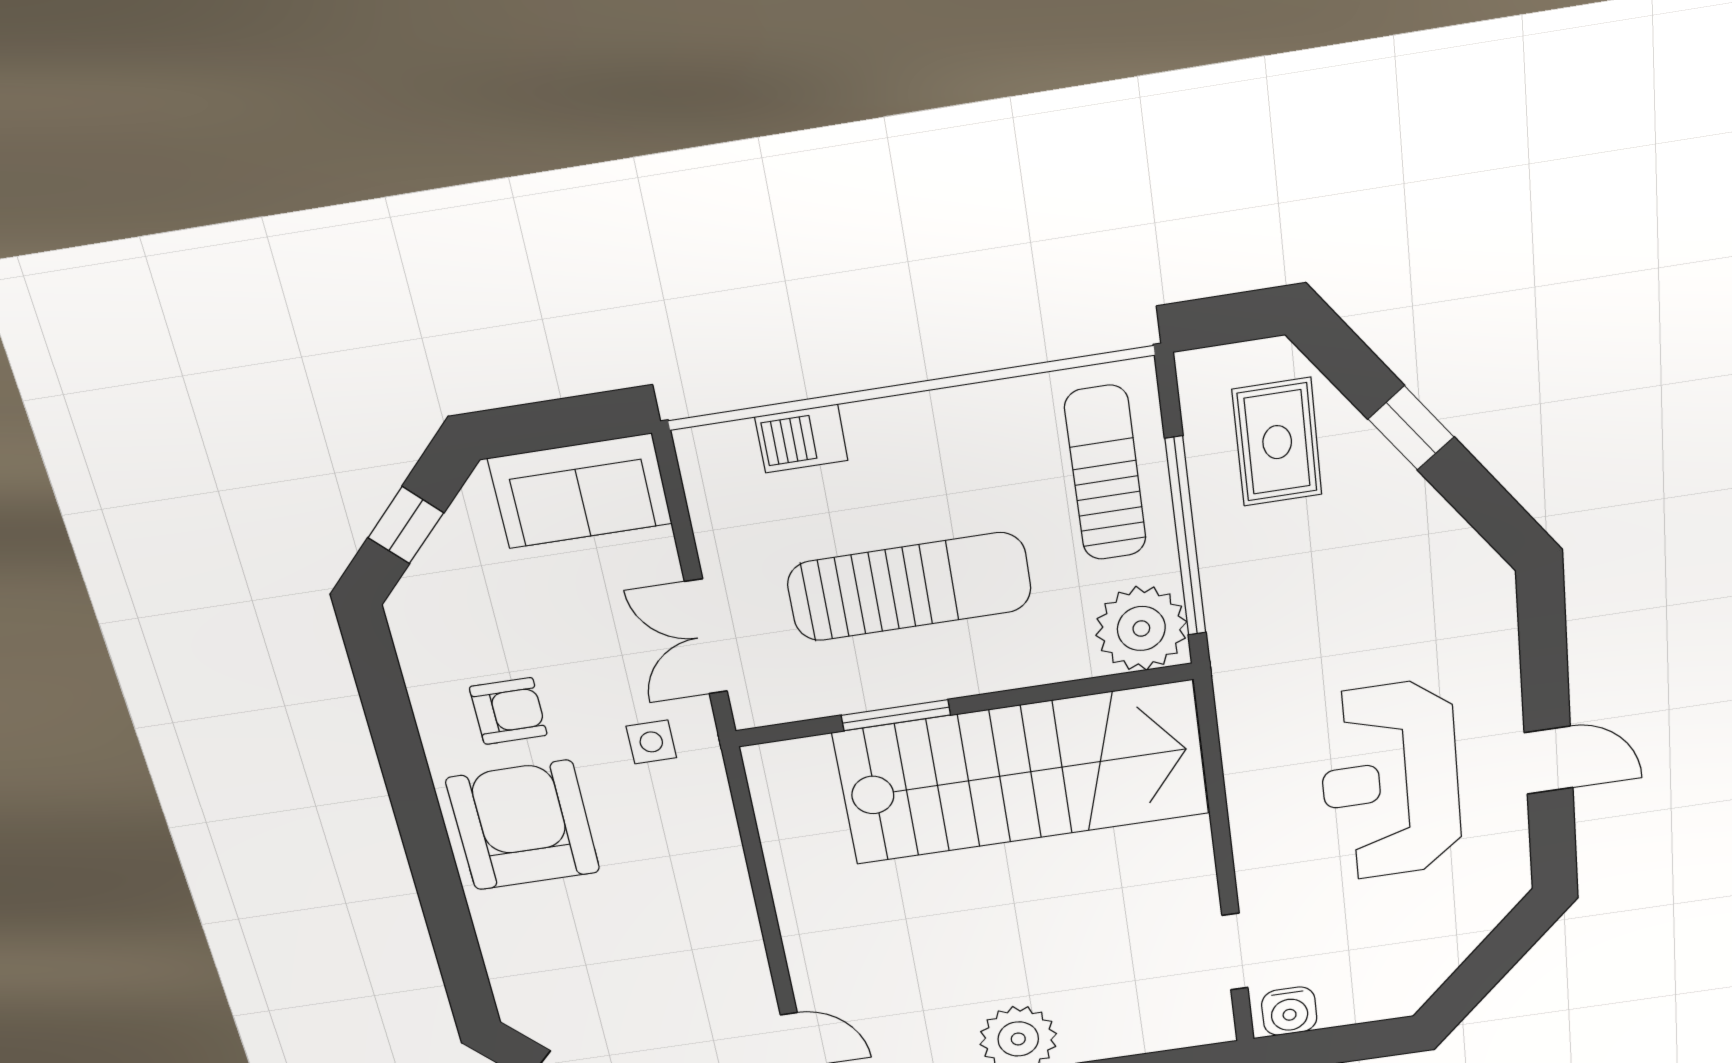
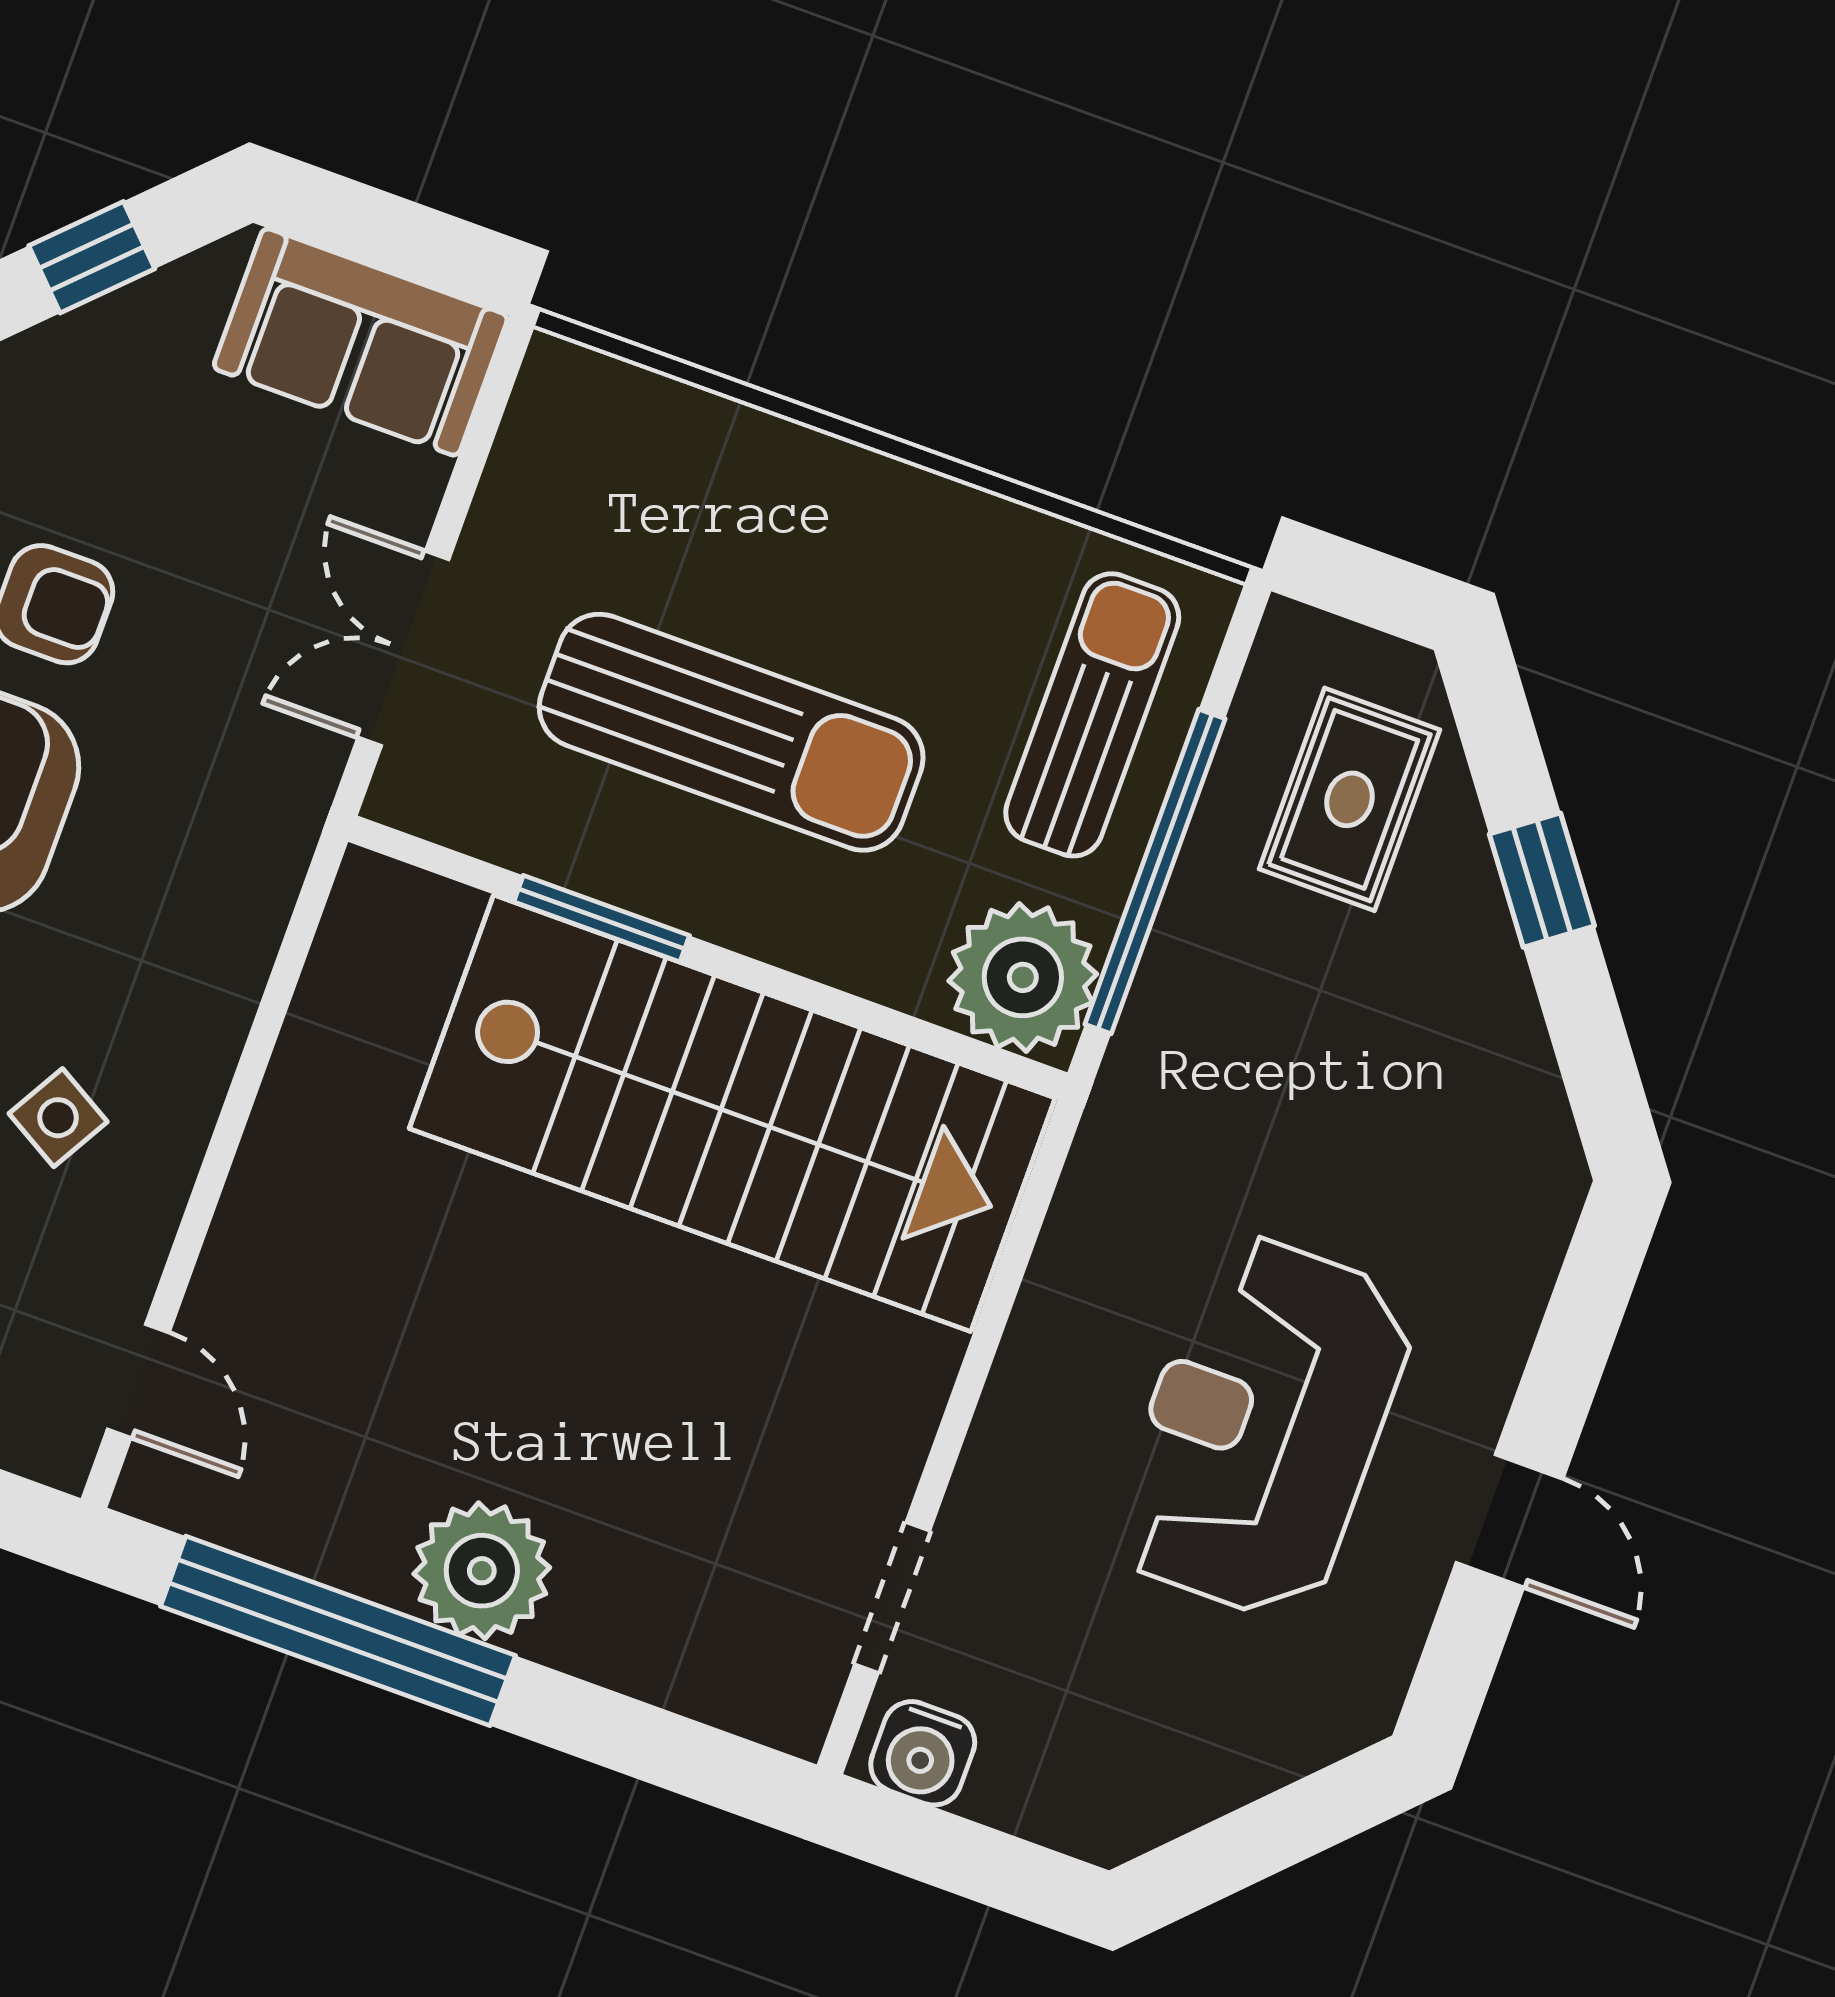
barbecue: (801, 439) -> (705, 436), removed
side table: (651, 742) -> (58, 1118), moved, turned 30

